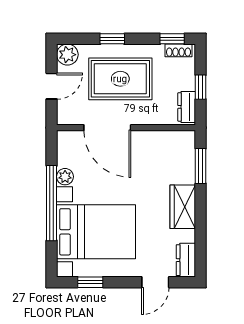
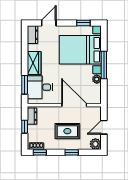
rug: (120, 79) -> (67, 131), width x0.73, depth x0.70
desk: (172, 161) -> (40, 87), added
window: (52, 203) -> (104, 65), width x0.68

